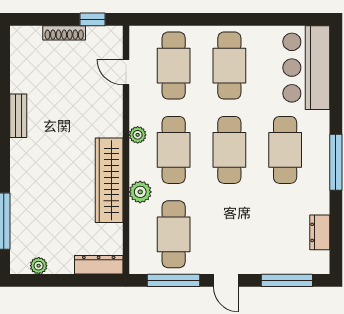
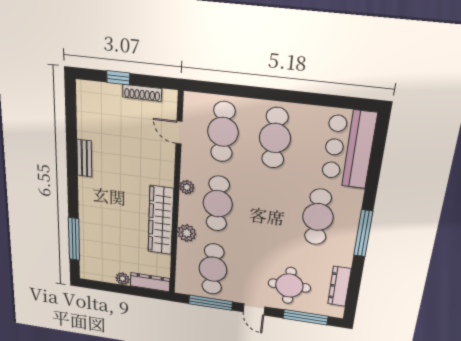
window: (93, 19) -> (118, 78), moved
shoe rack: (64, 33) -> (142, 93), moved
cafe table: (229, 150) -> (267, 210), removed
dresser: (320, 232) -> (339, 286), width x1.44
round table: (264, 241) -> (289, 286), added
plant: (39, 266) -> (123, 279), moved

